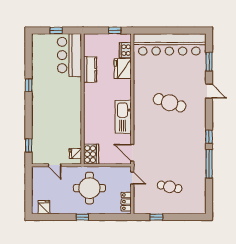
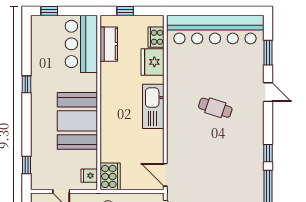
window: (56, 30) -> (49, 11), moved
window: (115, 30) -> (125, 11), moved
kitchen counter: (90, 70) -> (109, 44), moved
cafe table: (170, 103) -> (215, 108), width x0.73, depth x0.74
booth: (67, 113) -> (77, 121), added
kitchen sink: (123, 117) -> (153, 106), moved

